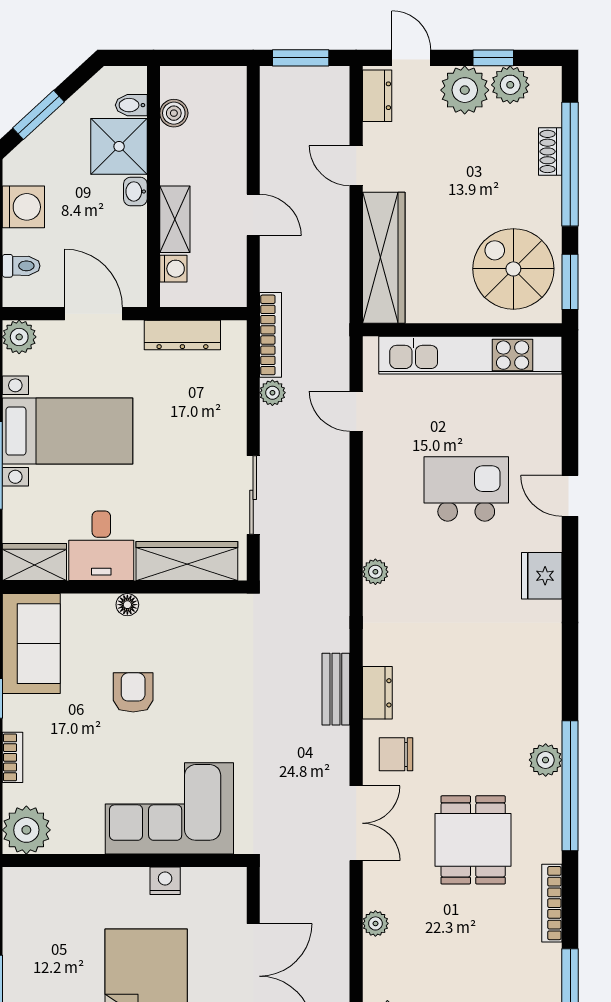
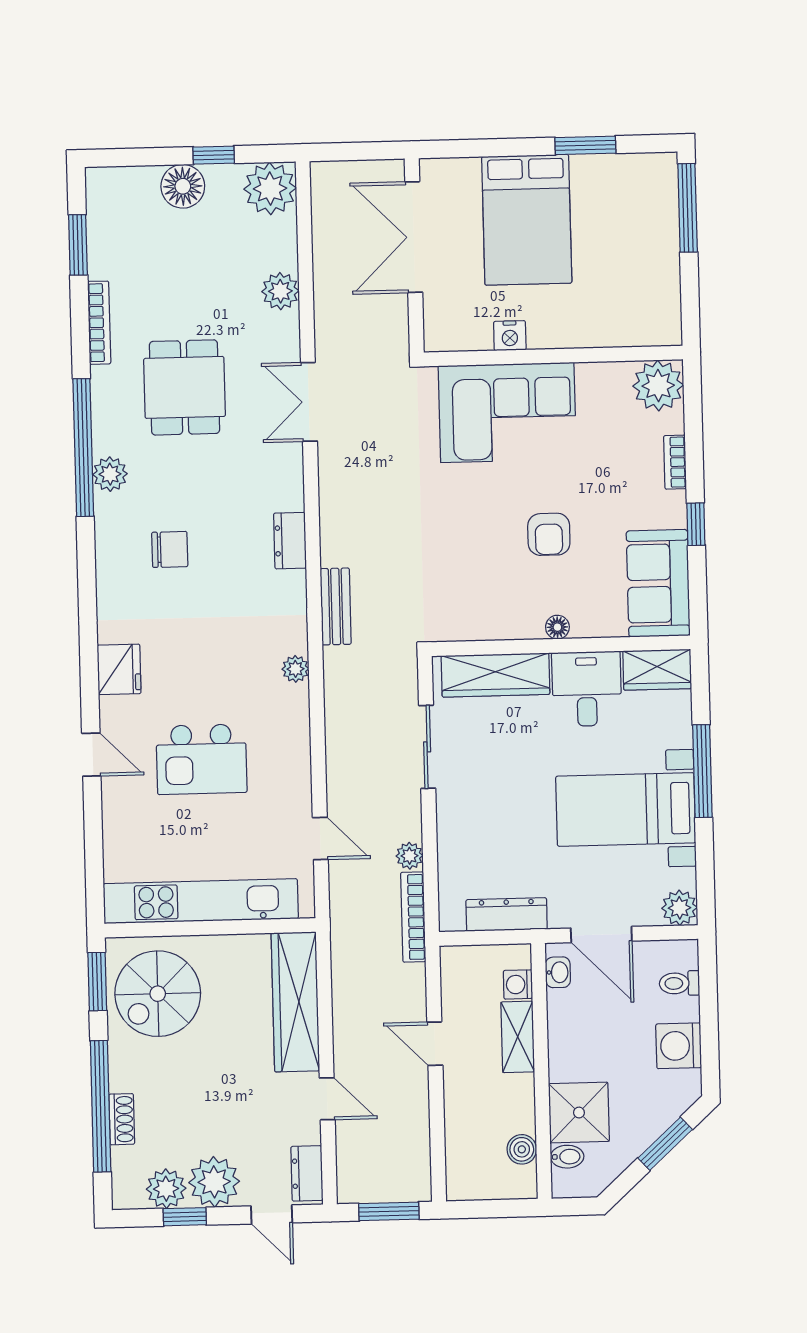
washbasin: (135, 191) -> (558, 972), moved
spiral stairs: (513, 269) -> (158, 994), turned 90
bench: (336, 689) -> (336, 606), moved
chair: (396, 754) -> (170, 549), moved
plant: (375, 923) -> (280, 291), width x1.38, depth x1.38

